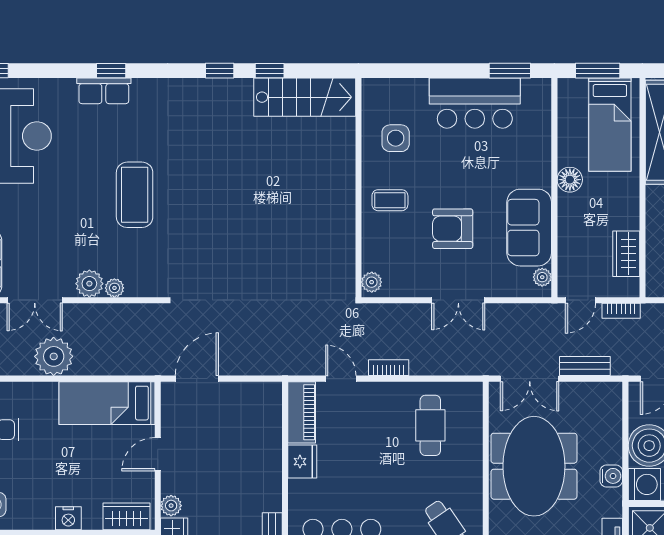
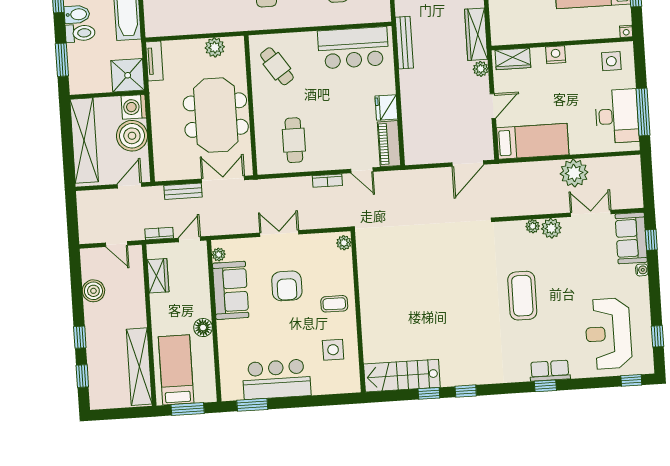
armchair: (453, 229) -> (287, 286), turned 90
water cooler: (611, 476) -> (158, 112), removed

